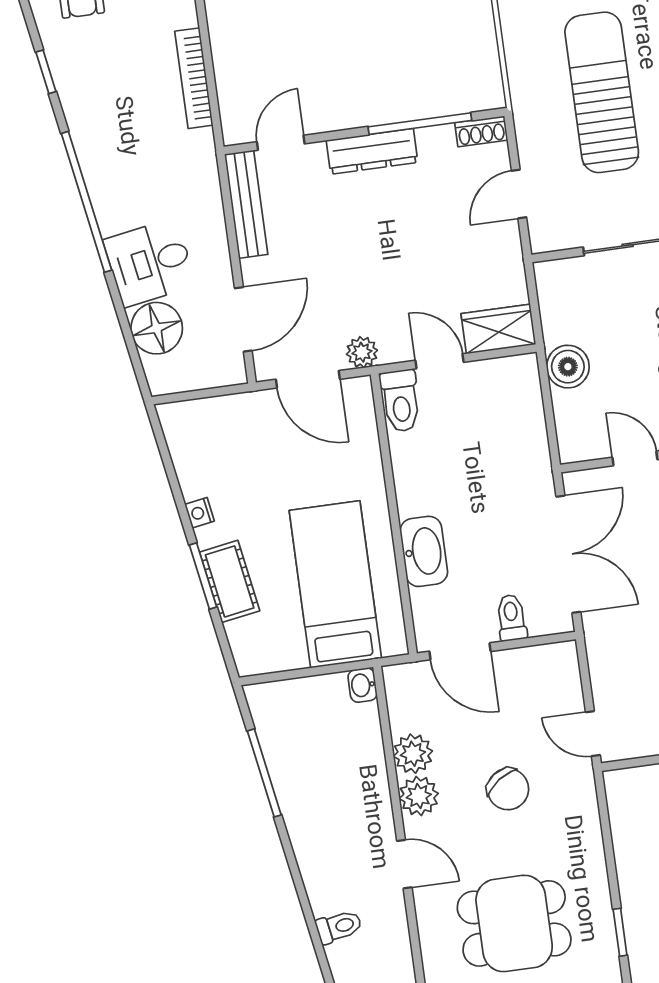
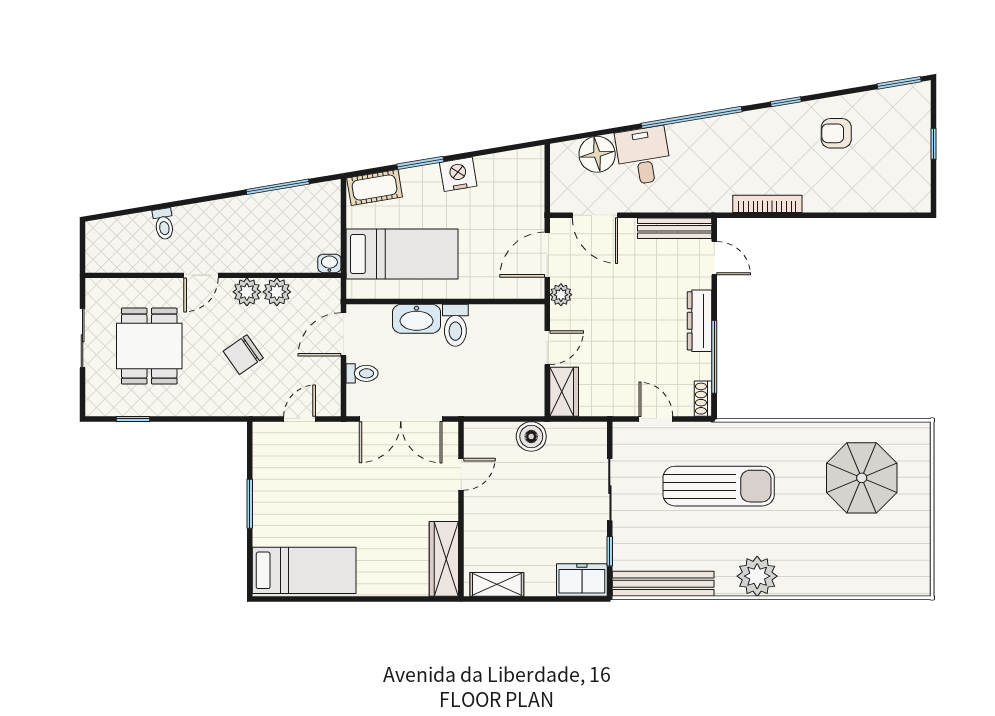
toilet: (401, 401) -> (455, 325), moved, turned -90
nightstand: (199, 513) -> (458, 174), width x1.89, depth x1.79
cot: (230, 581) -> (375, 187), moved
door: (593, 734) -> (300, 419), moved

